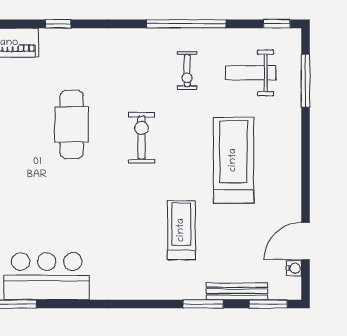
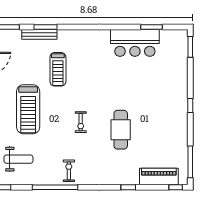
exercise bike: (187, 71) -> (69, 171), moved
exercise bike: (142, 138) -> (81, 122), width x0.73, depth x0.72
bench: (237, 291) -> (39, 34), moved

